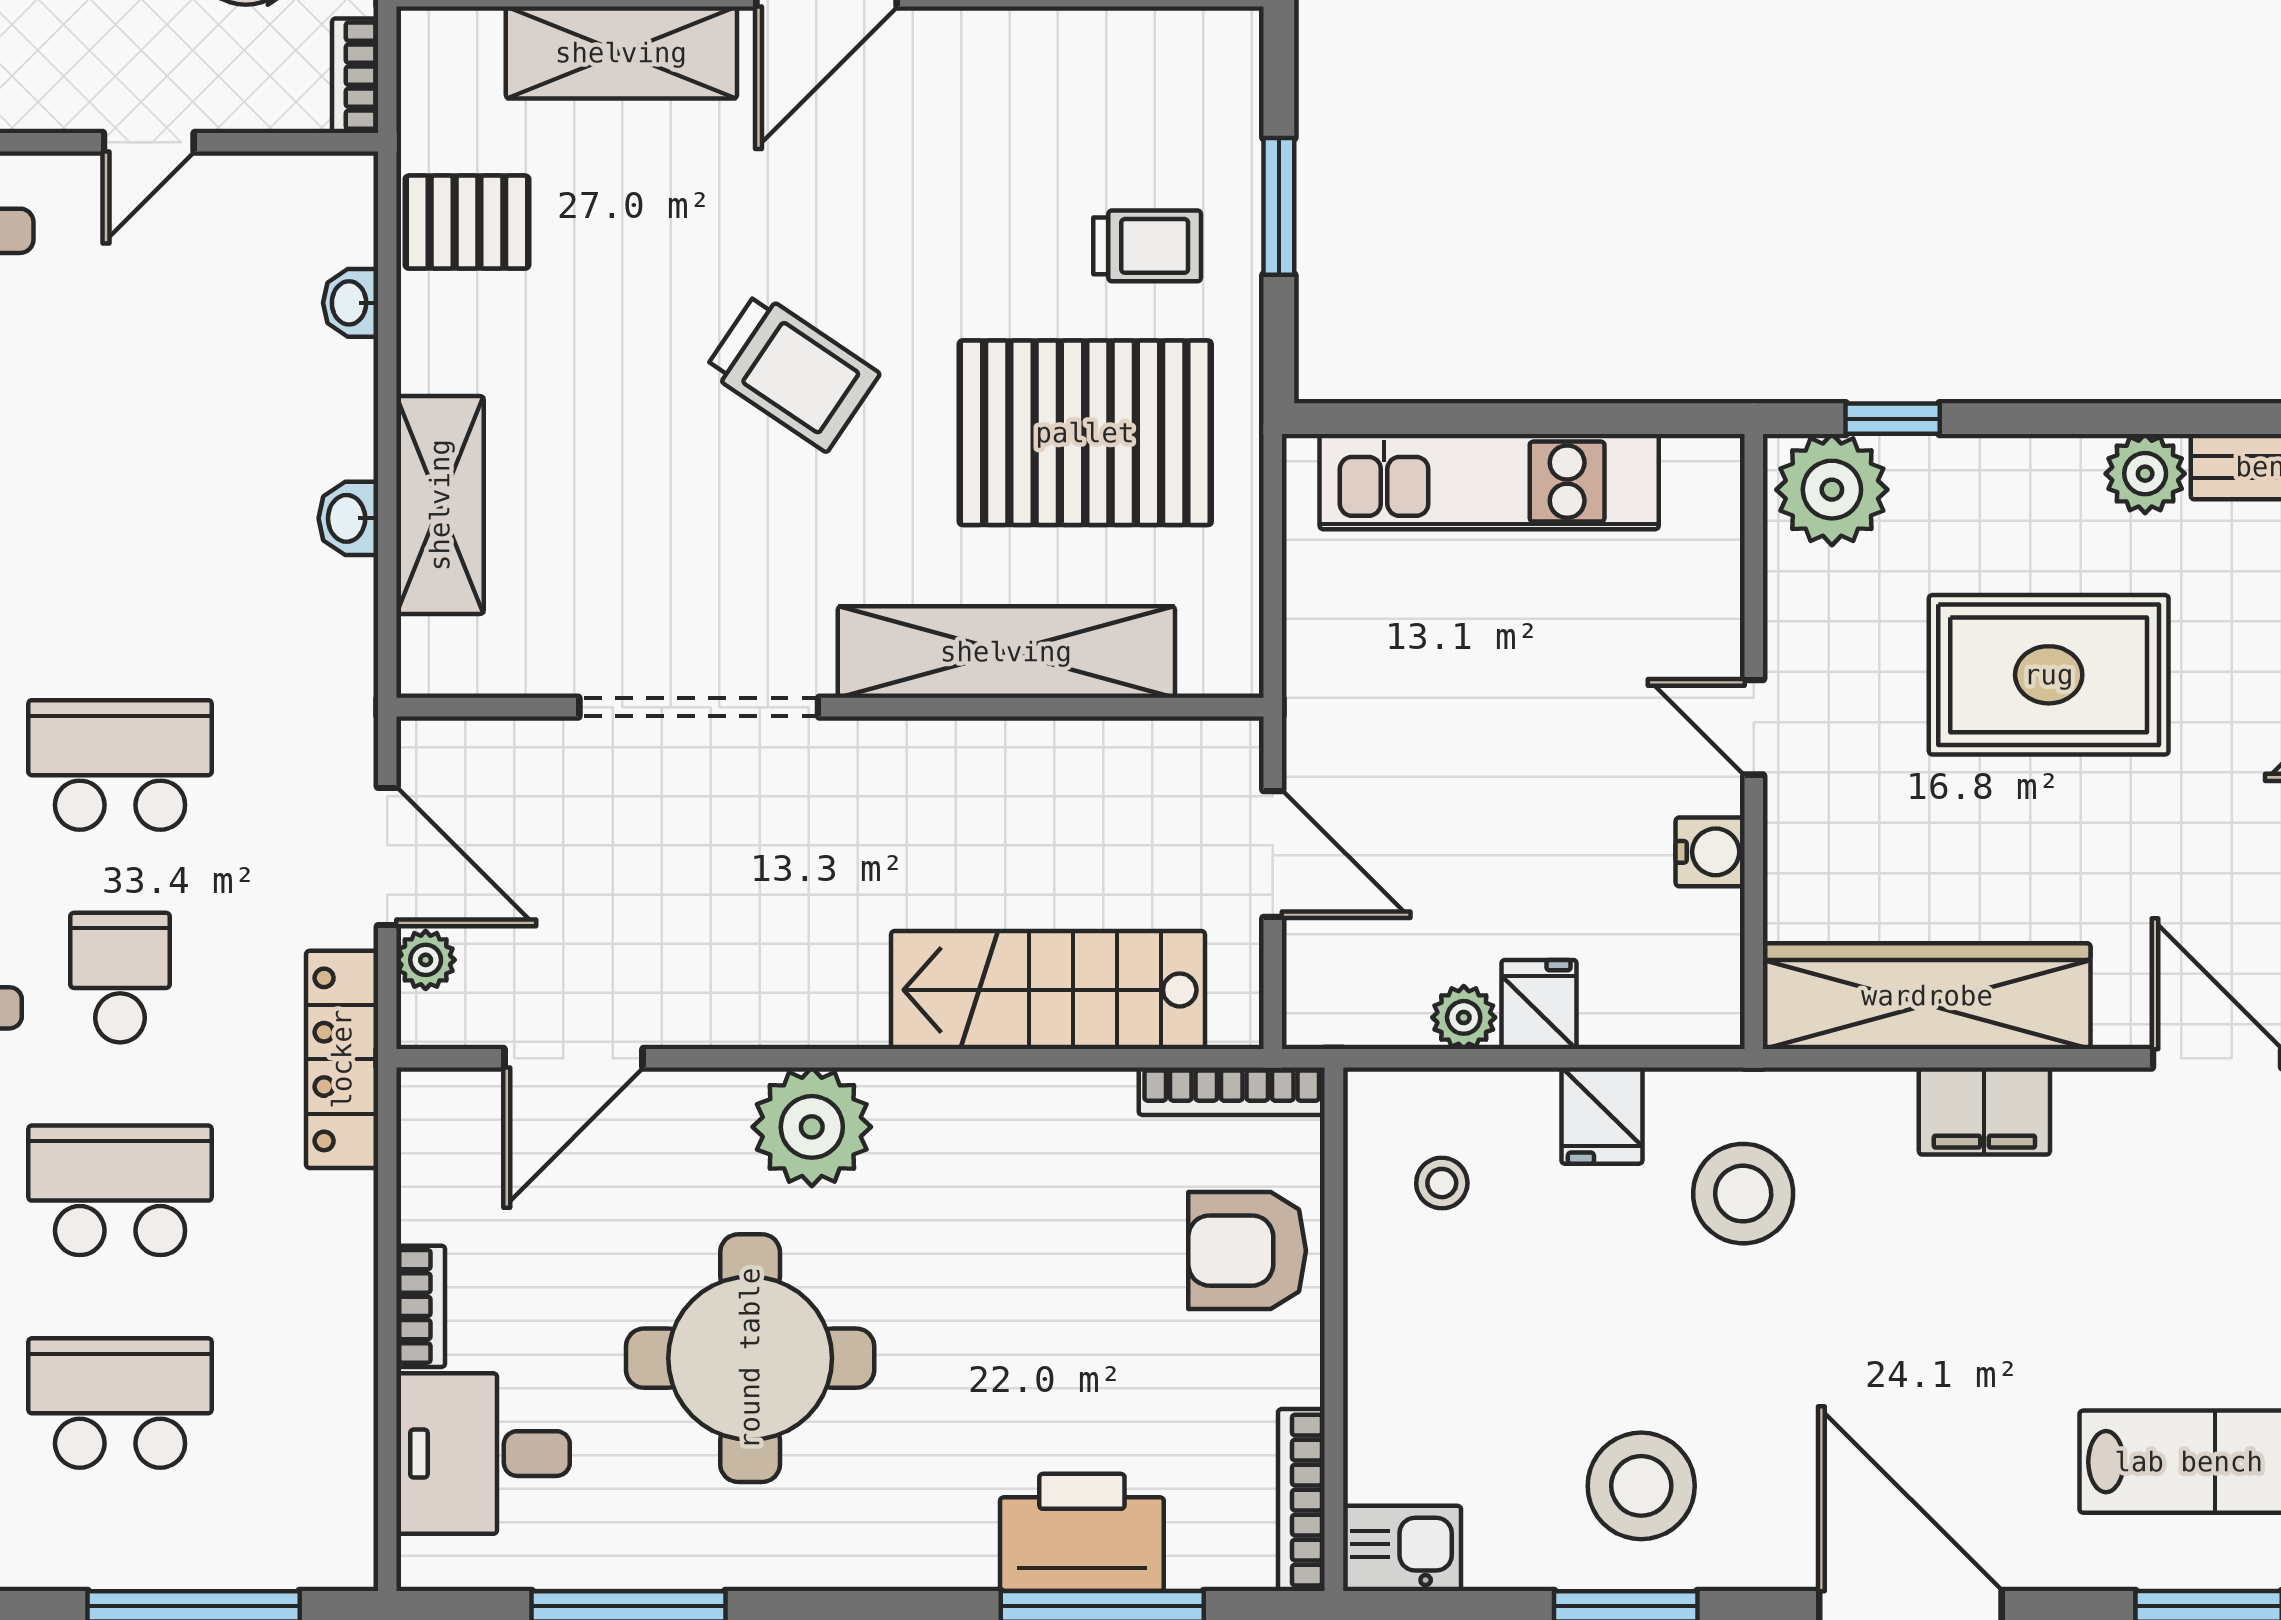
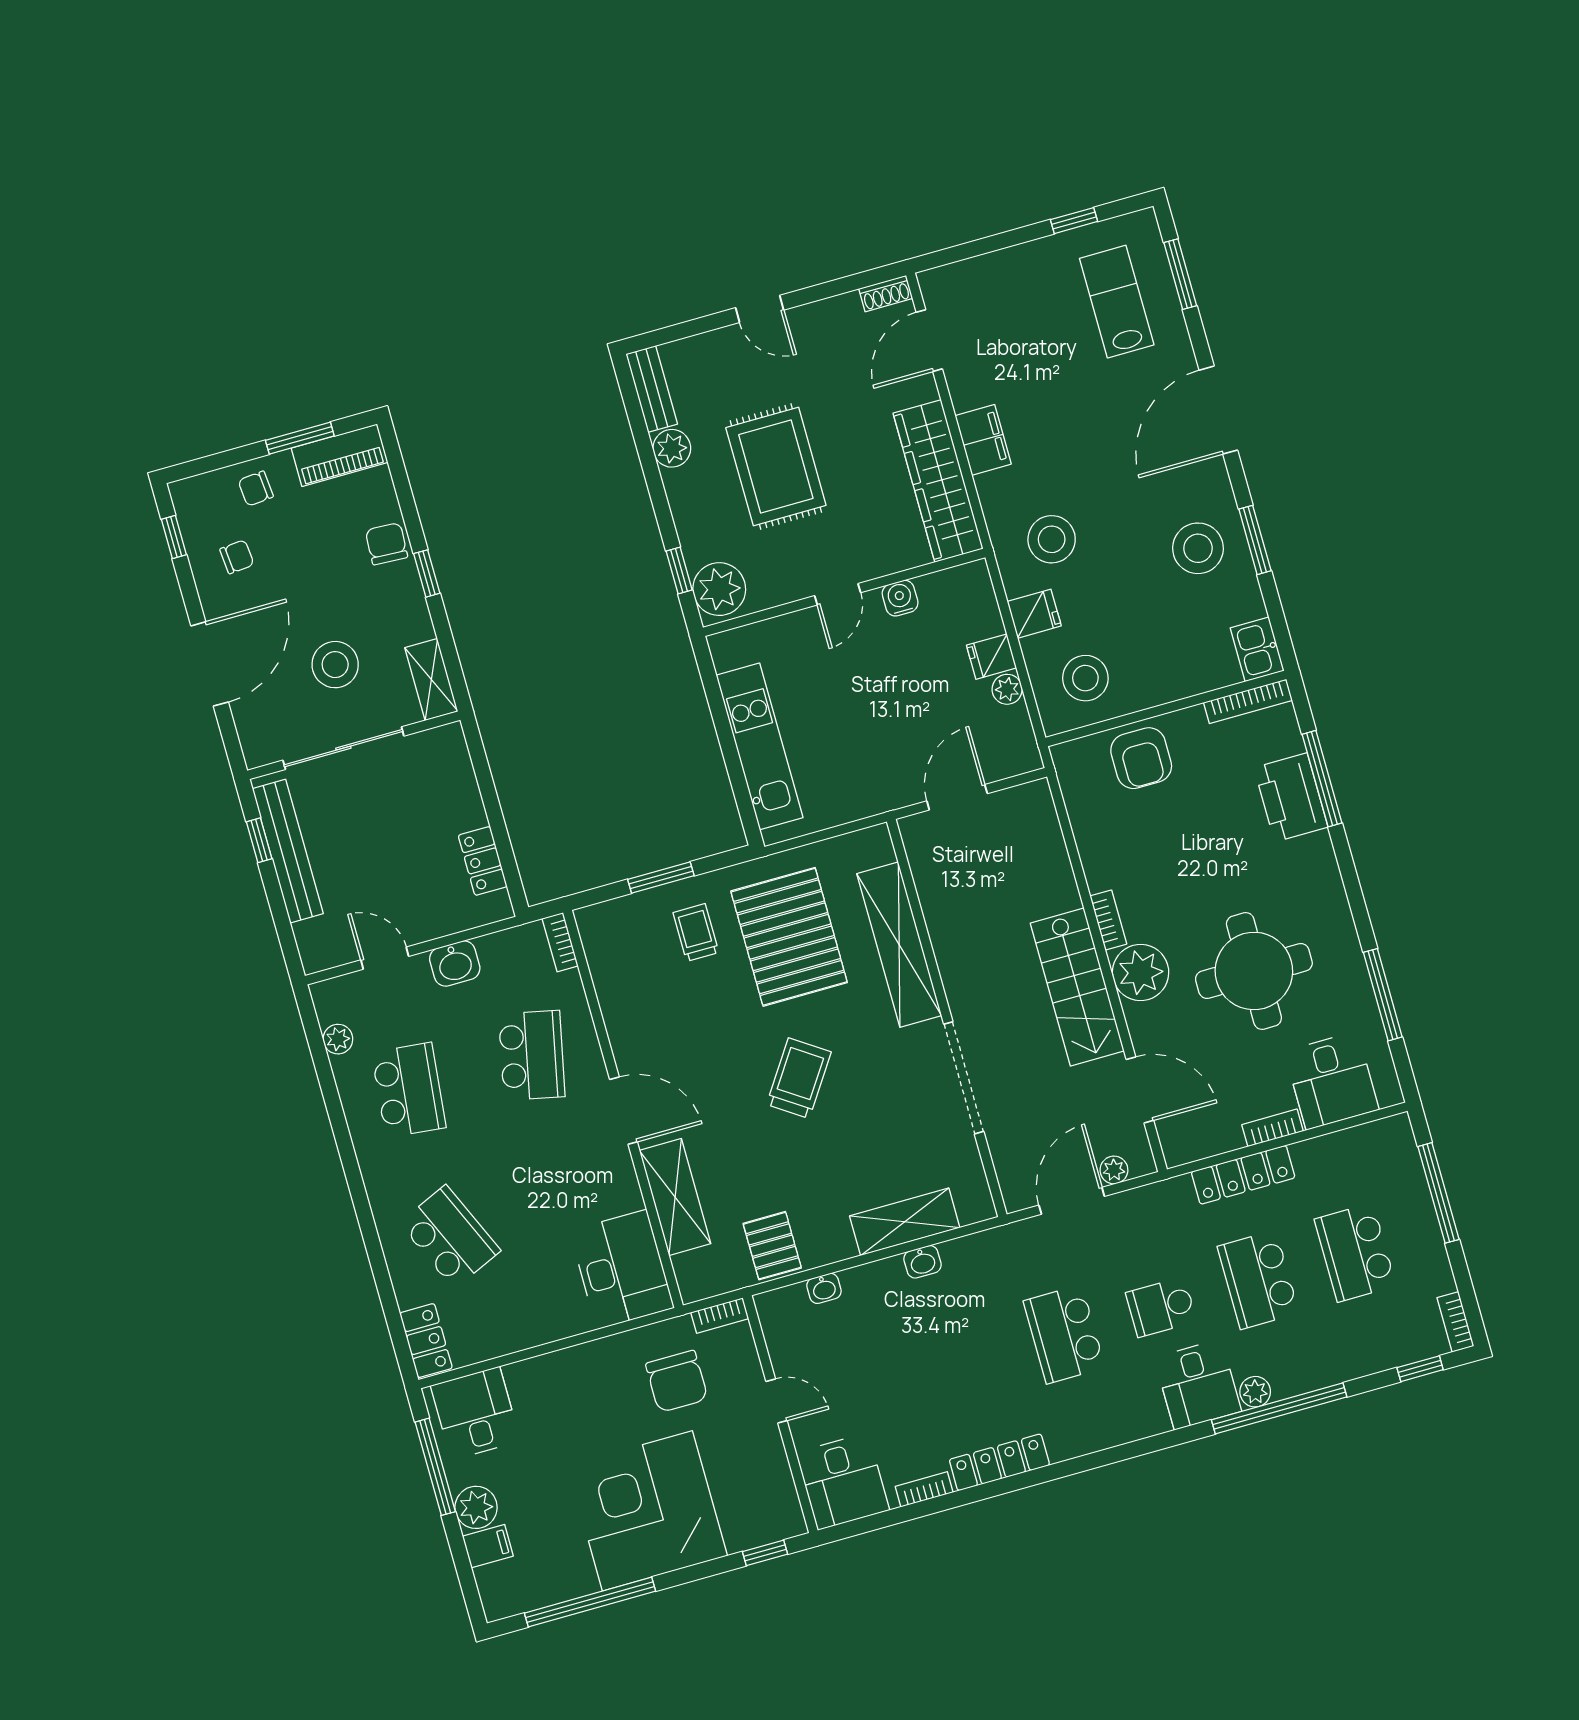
stairs: (1048, 990) -> (1077, 987), moved
locker: (342, 1059) -> (1243, 1175), moved
bookcase: (1232, 1091) -> (1108, 920), moved, width x0.64
stool: (1442, 1183) -> (1085, 678), width x1.89, depth x1.89

